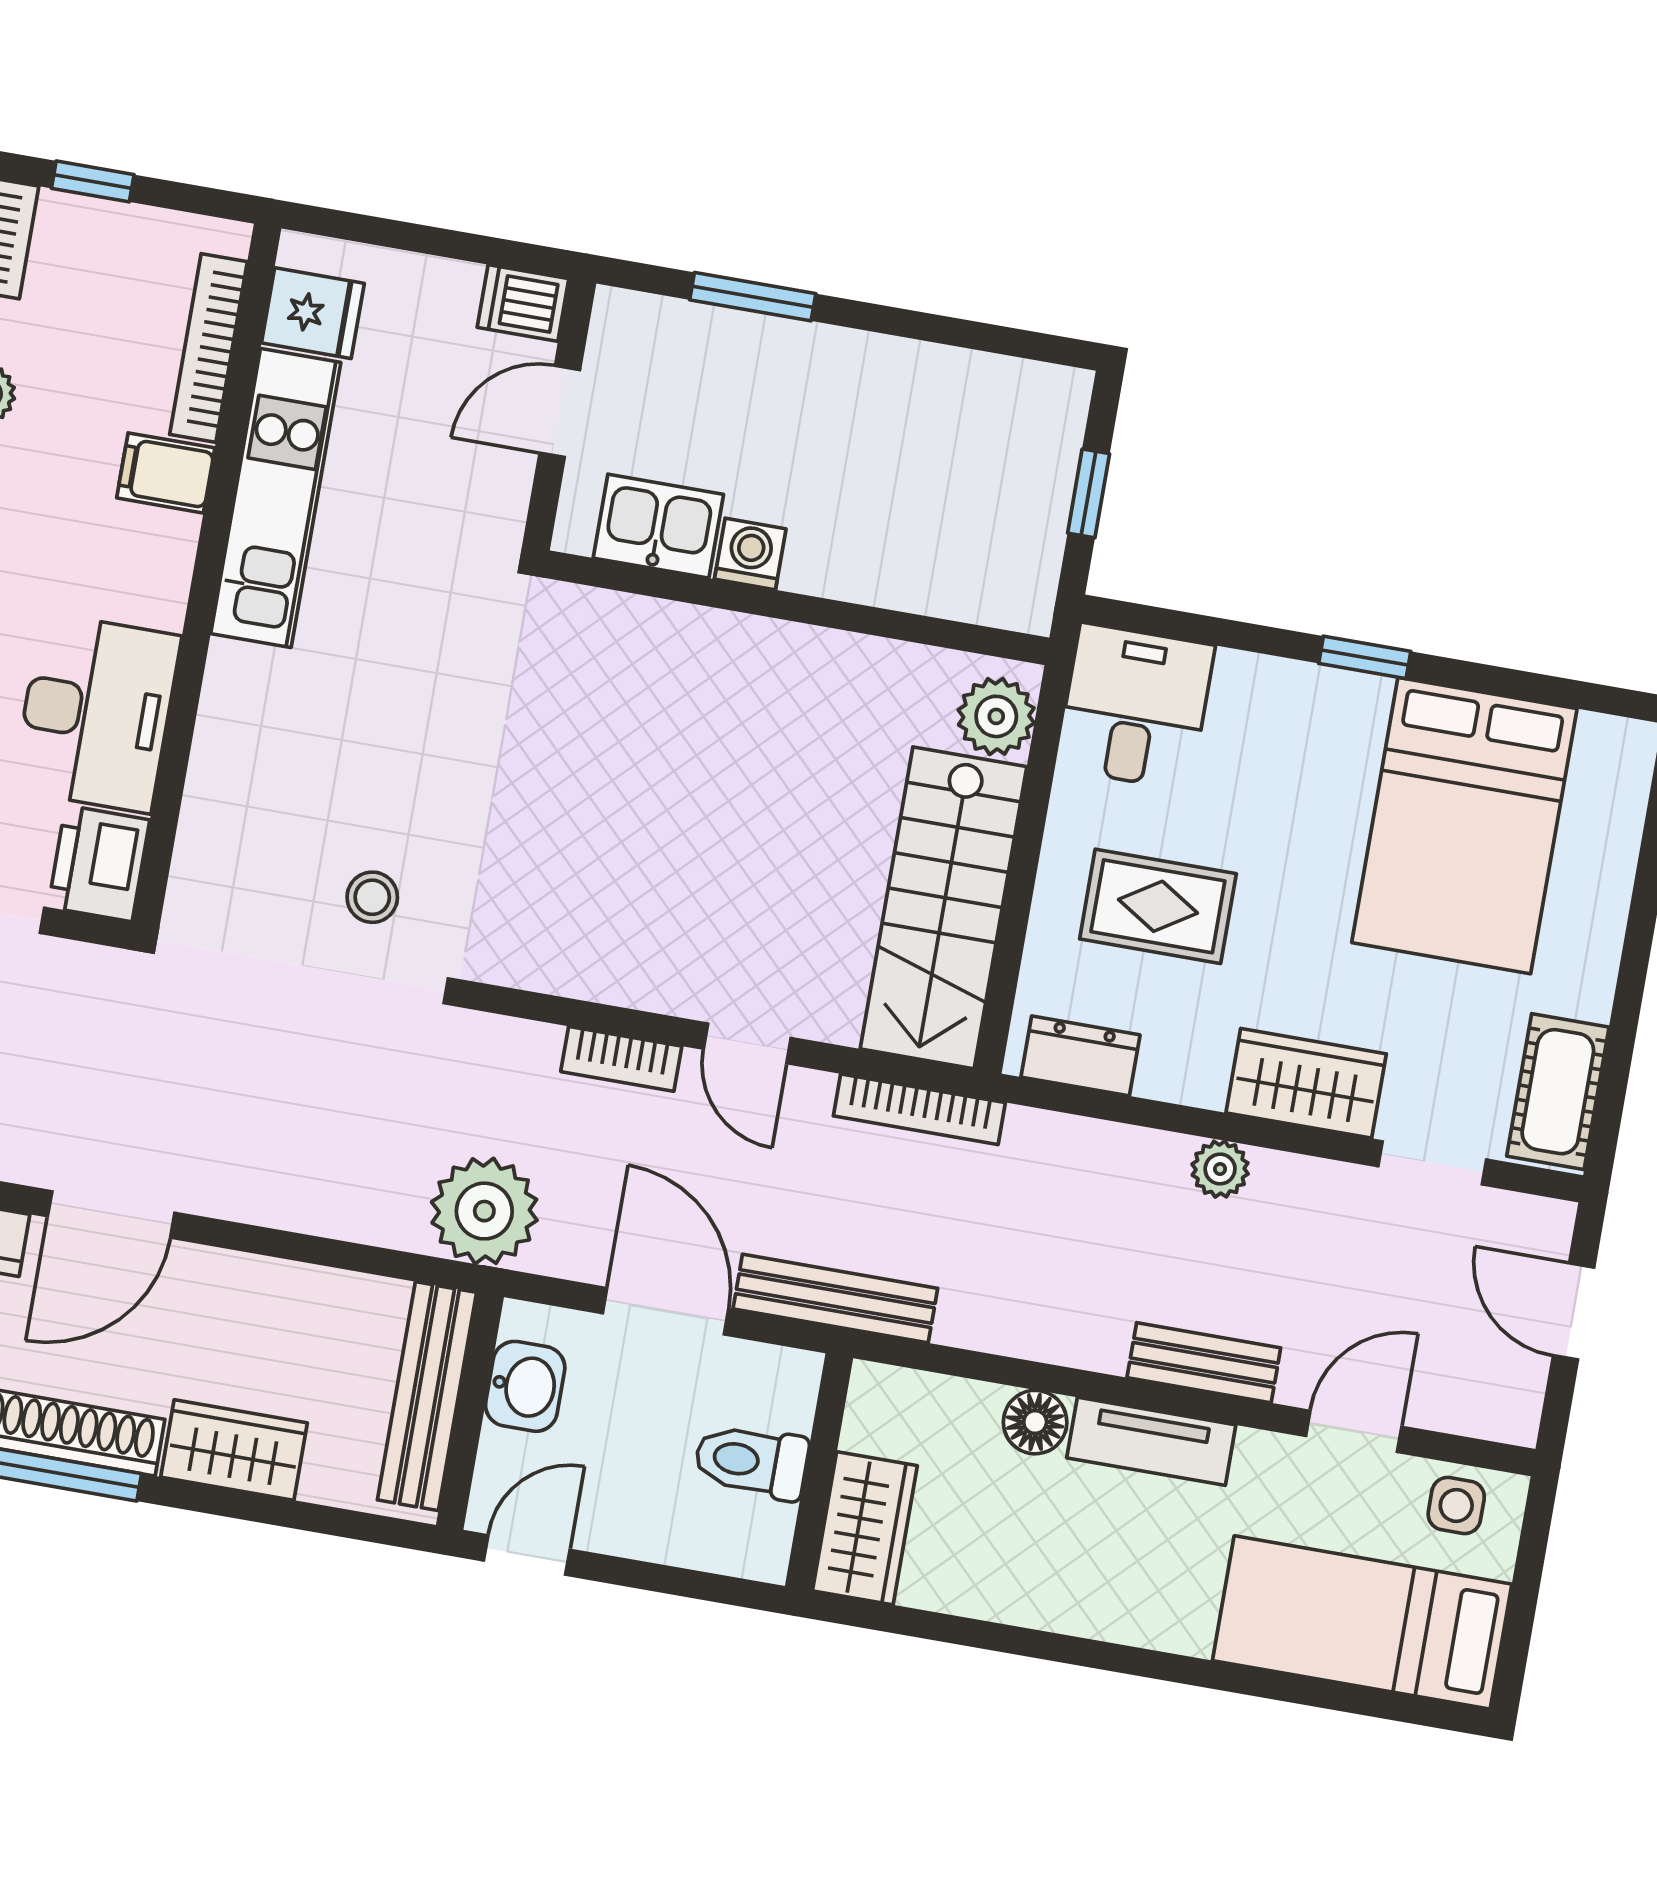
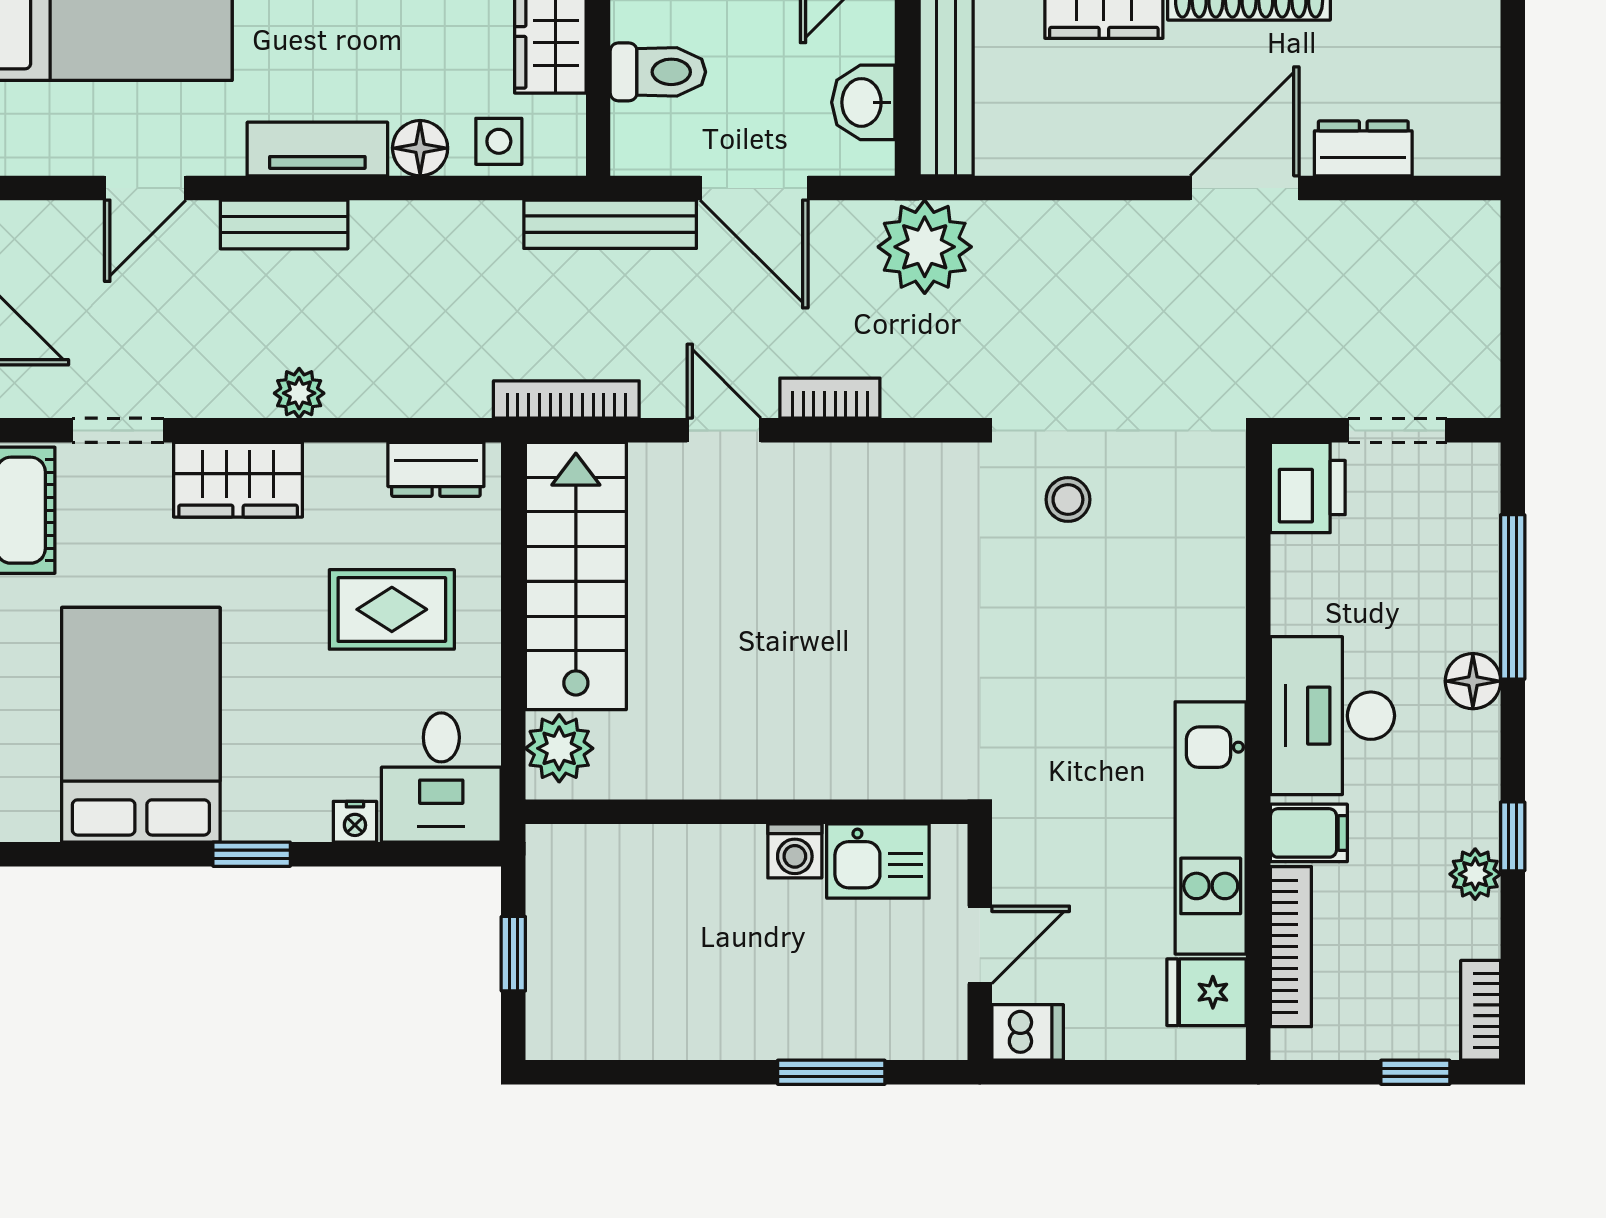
nightstand: (1242, 674) -> (355, 822), added
desk: (96, 713) -> (1332, 716), moved
side table: (1456, 1505) -> (499, 141), moved

